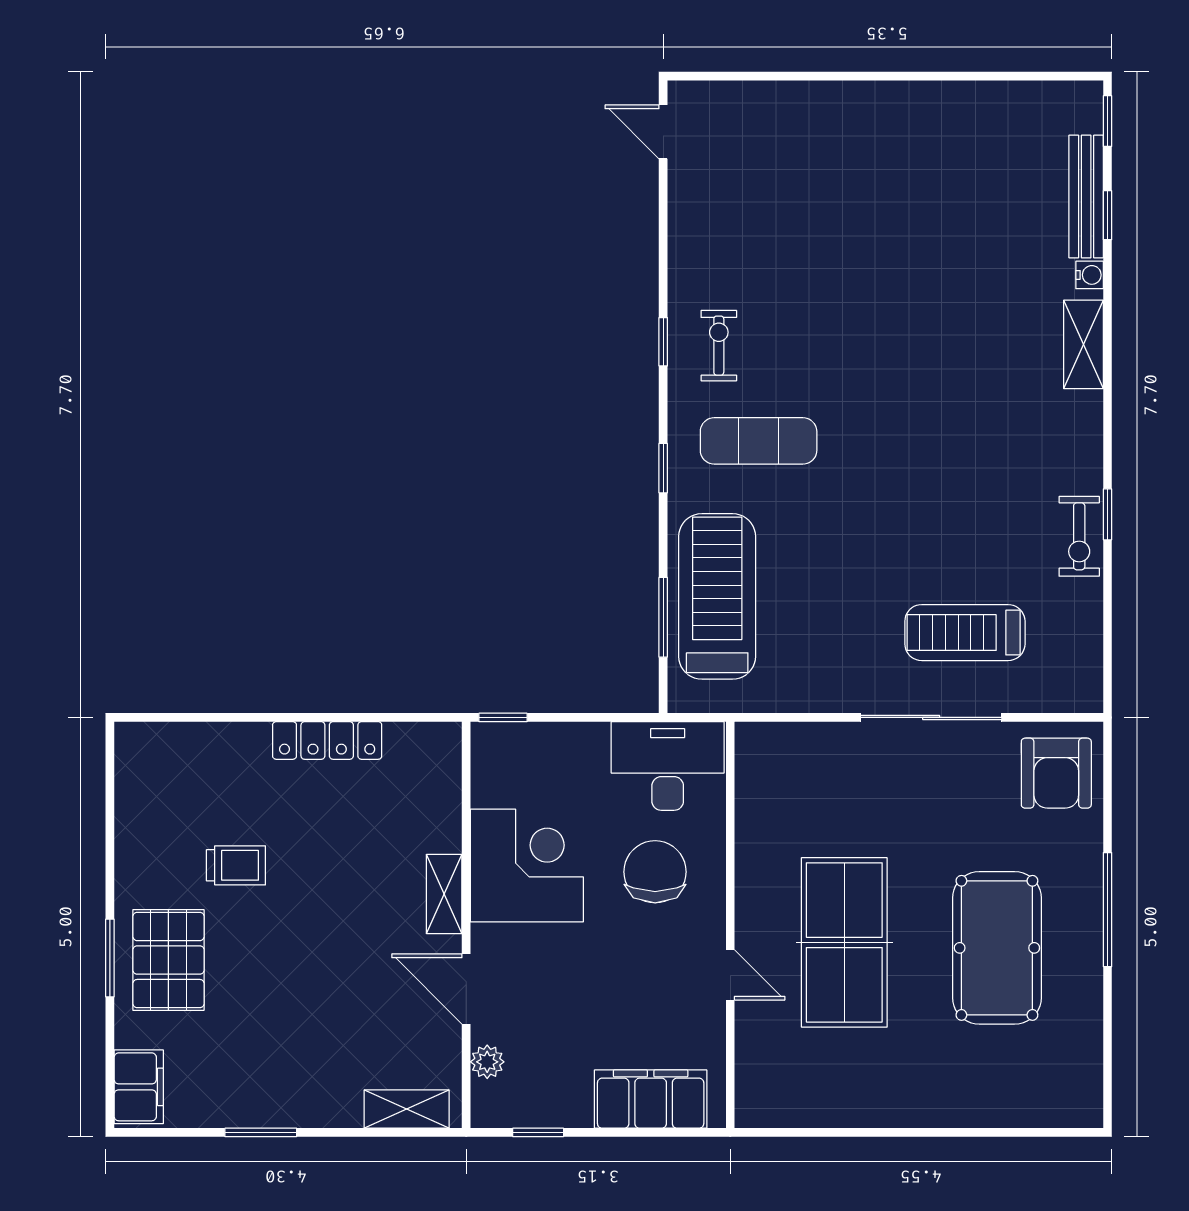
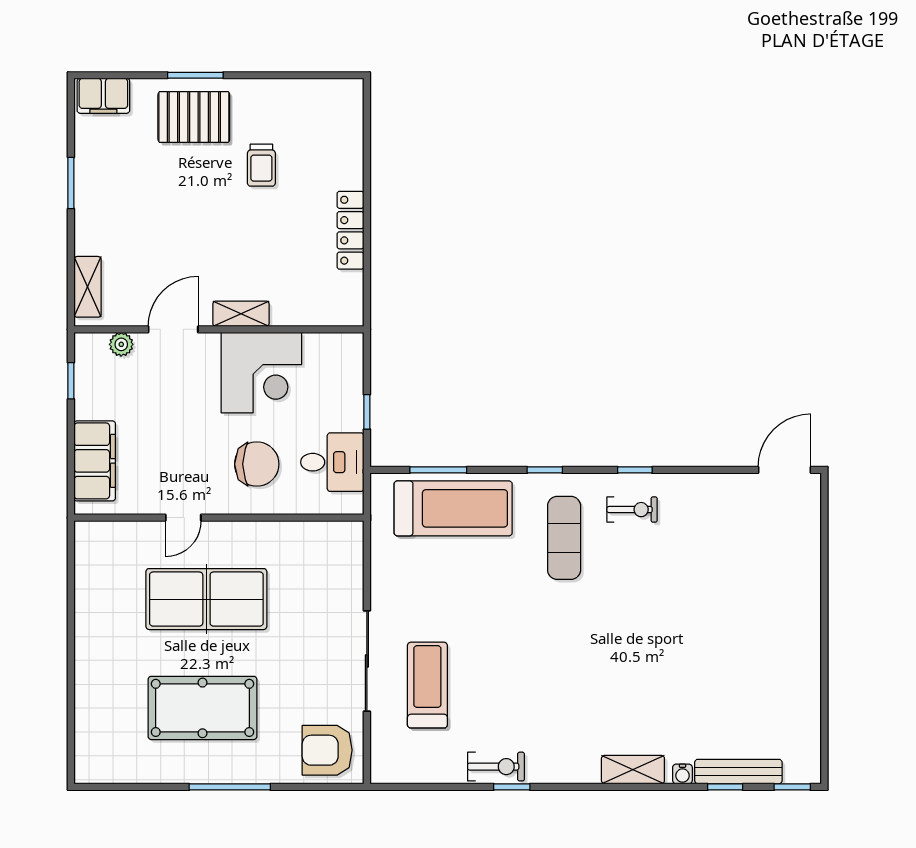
door: (663, 132) -> (784, 470), width x1.38
exercise bike: (1079, 536) -> (496, 767), turned 180
window: (503, 717) -> (367, 412), moved
desk: (668, 766) -> (332, 462), width x0.73

